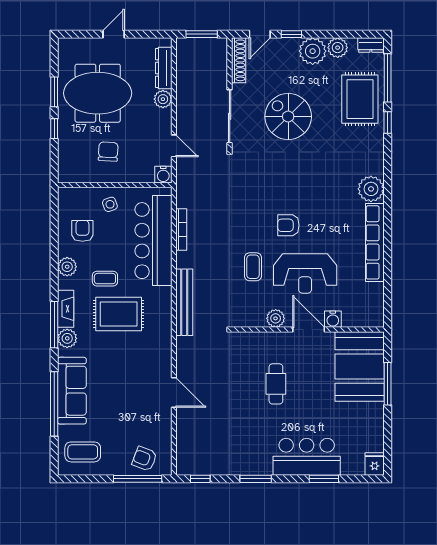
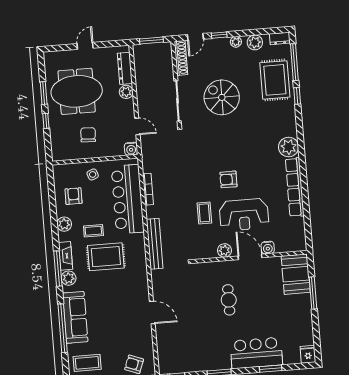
plant: (313, 51) -> (236, 42), width x0.53, depth x0.53
booth: (360, 366) -> (296, 274), width x0.73, depth x0.70

